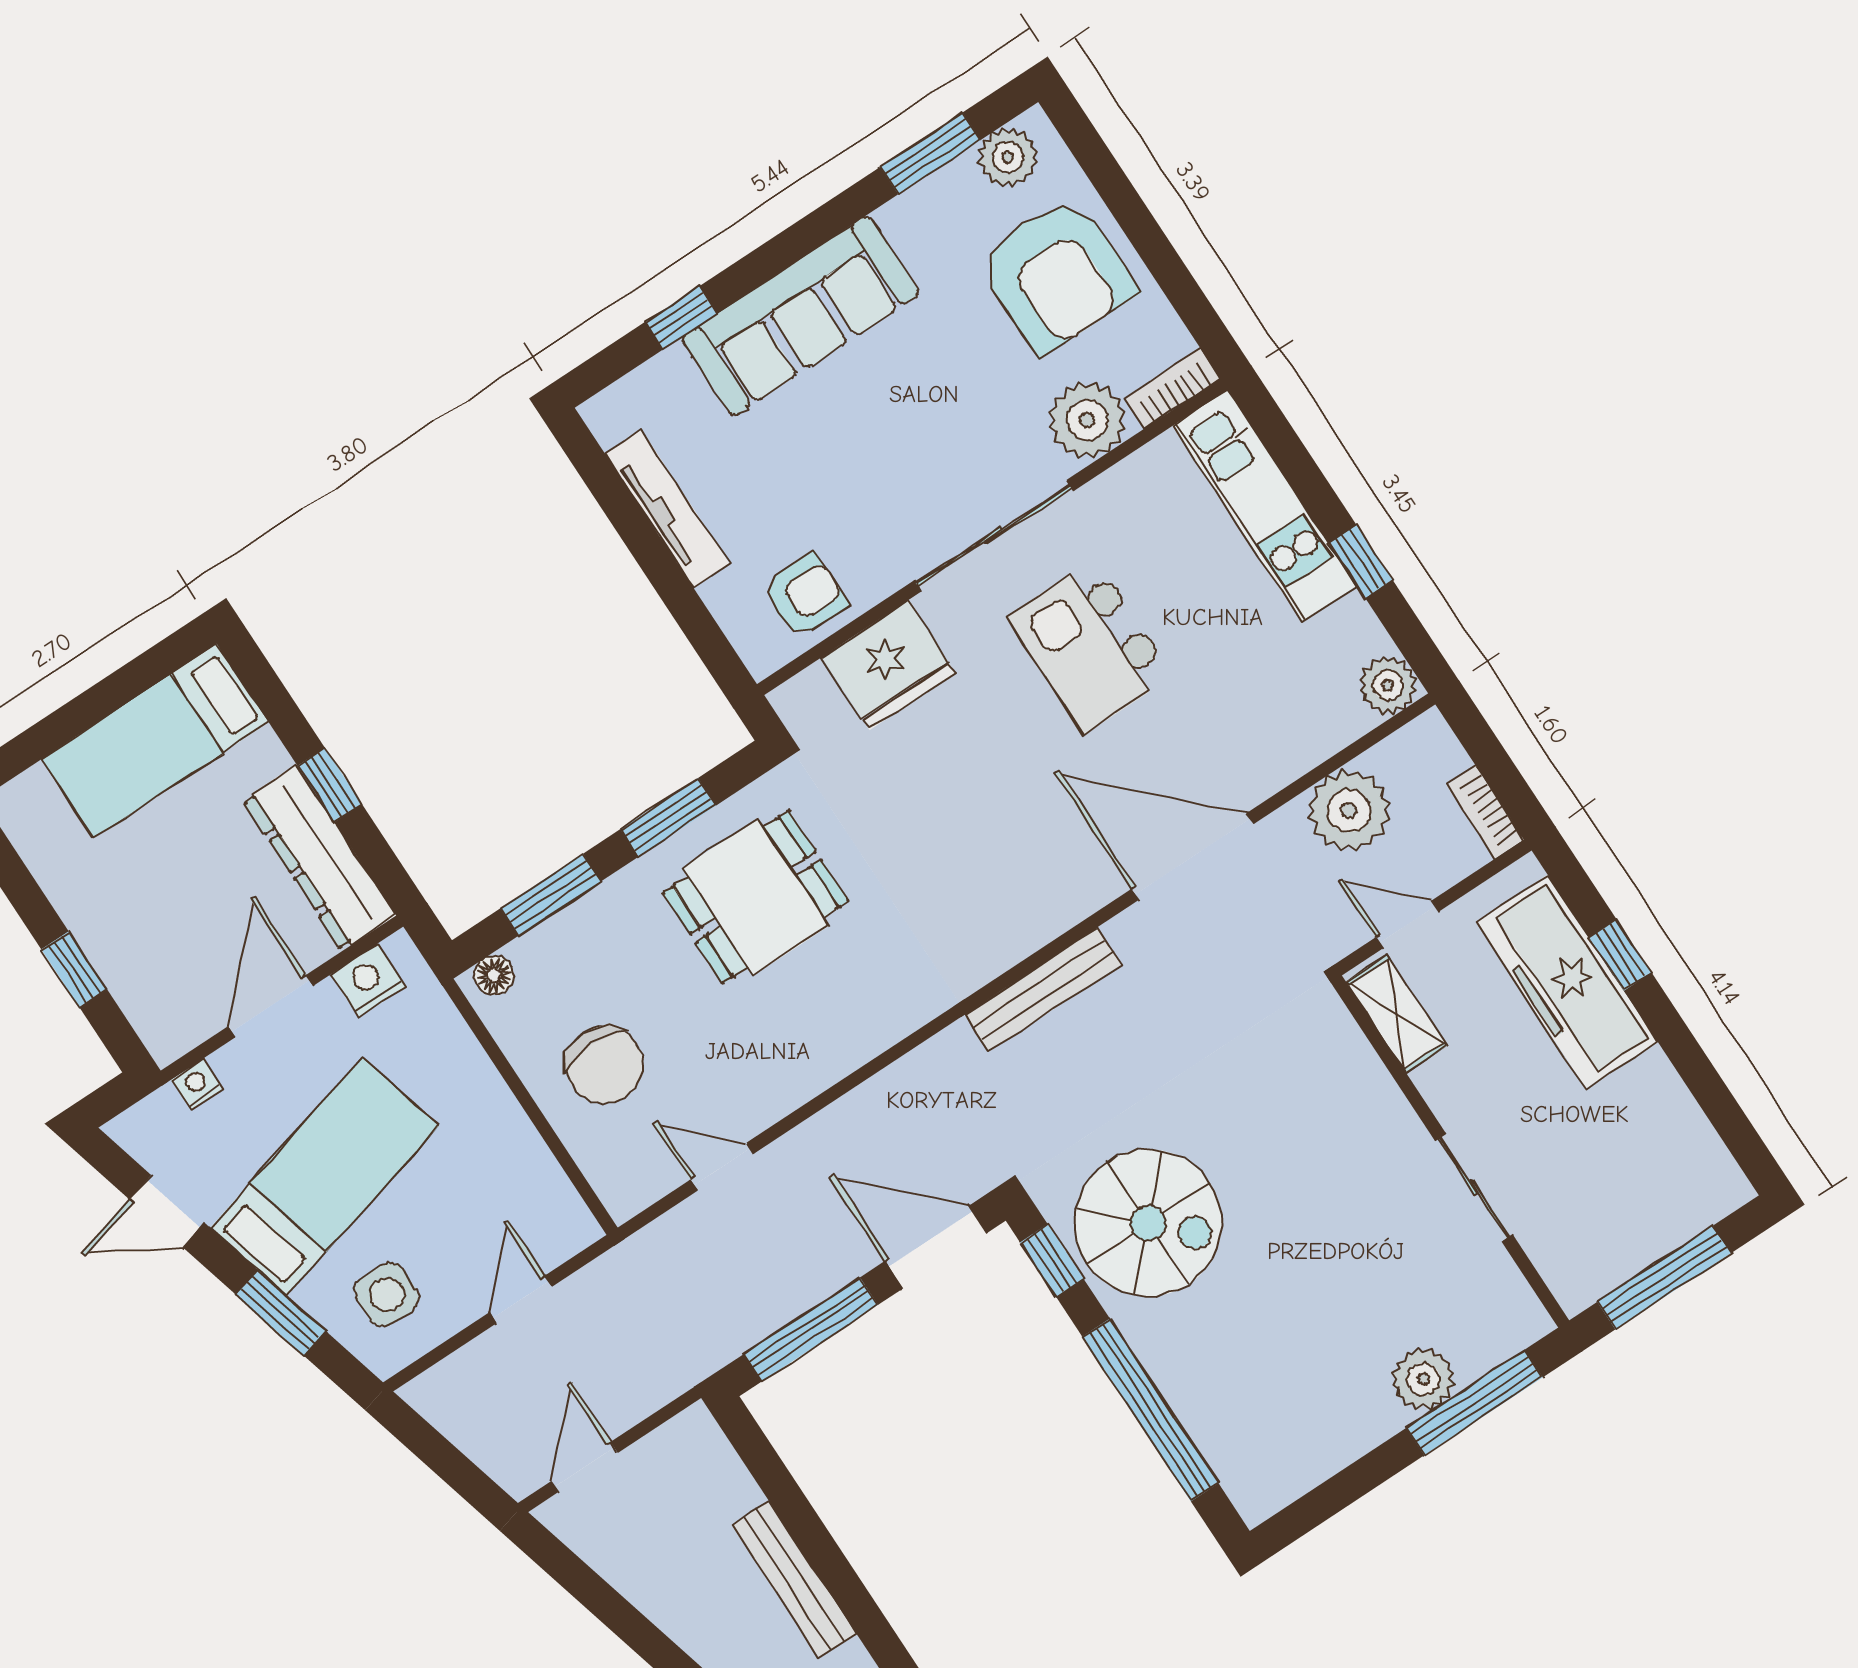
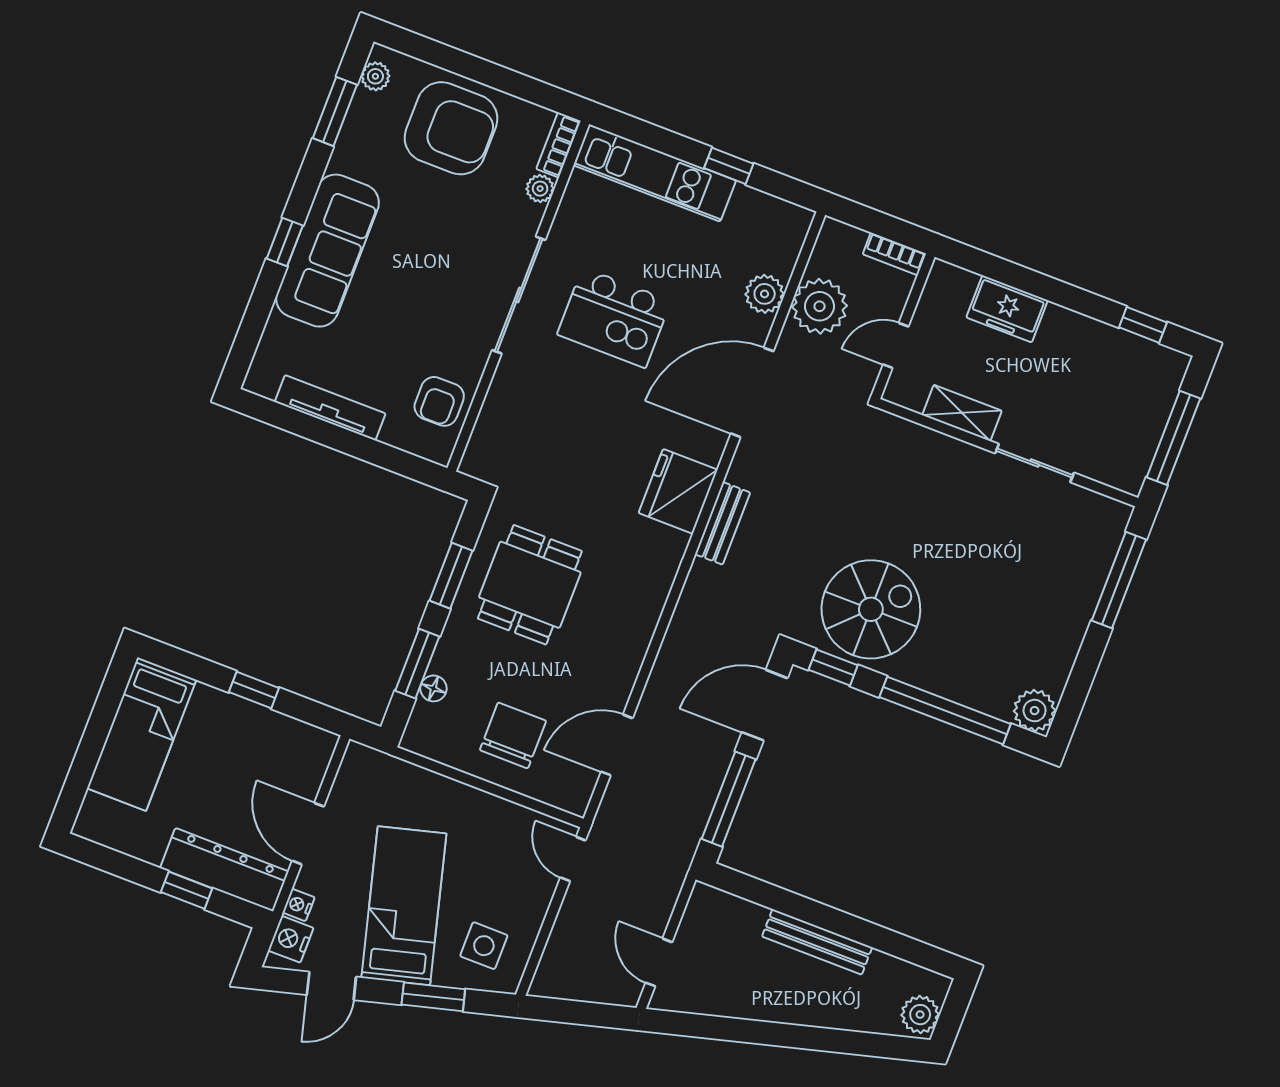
plant: (1008, 157) -> (375, 76), width x0.73, depth x0.73
window: (681, 318) -> (285, 242), moved
plant: (1087, 420) -> (540, 189), width x0.53, depth x0.53
armchair: (805, 596) -> (439, 401), turned 180
fridge: (889, 665) -> (678, 491), moved, turned 180
plant: (1388, 685) -> (765, 294), moved
dresser: (319, 858) -> (224, 870), moved, turned 180
window: (1620, 955) -> (1143, 325), moved
floor lamp: (494, 975) -> (433, 688), moved
nightstand: (368, 981) -> (291, 939), moved
freezer: (1567, 982) -> (1007, 309), width x0.52, depth x0.79
bench: (1043, 990) -> (723, 523), width x0.73
shelving: (1396, 1014) -> (962, 413), moved
chair: (604, 1065) -> (513, 735), turned -90
door: (722, 1167) -> (617, 745), width x1.38
door: (521, 1299) -> (573, 859), moved
plant: (1423, 1379) -> (1035, 711), moved

